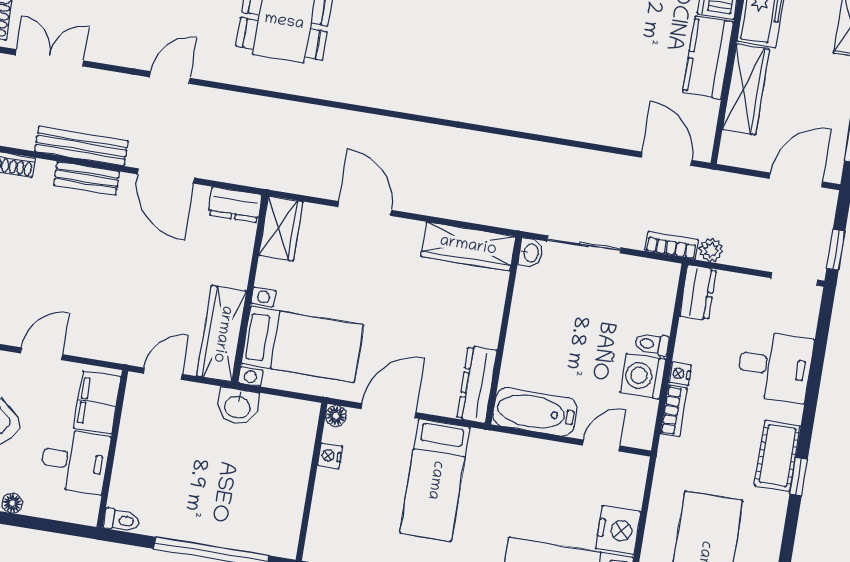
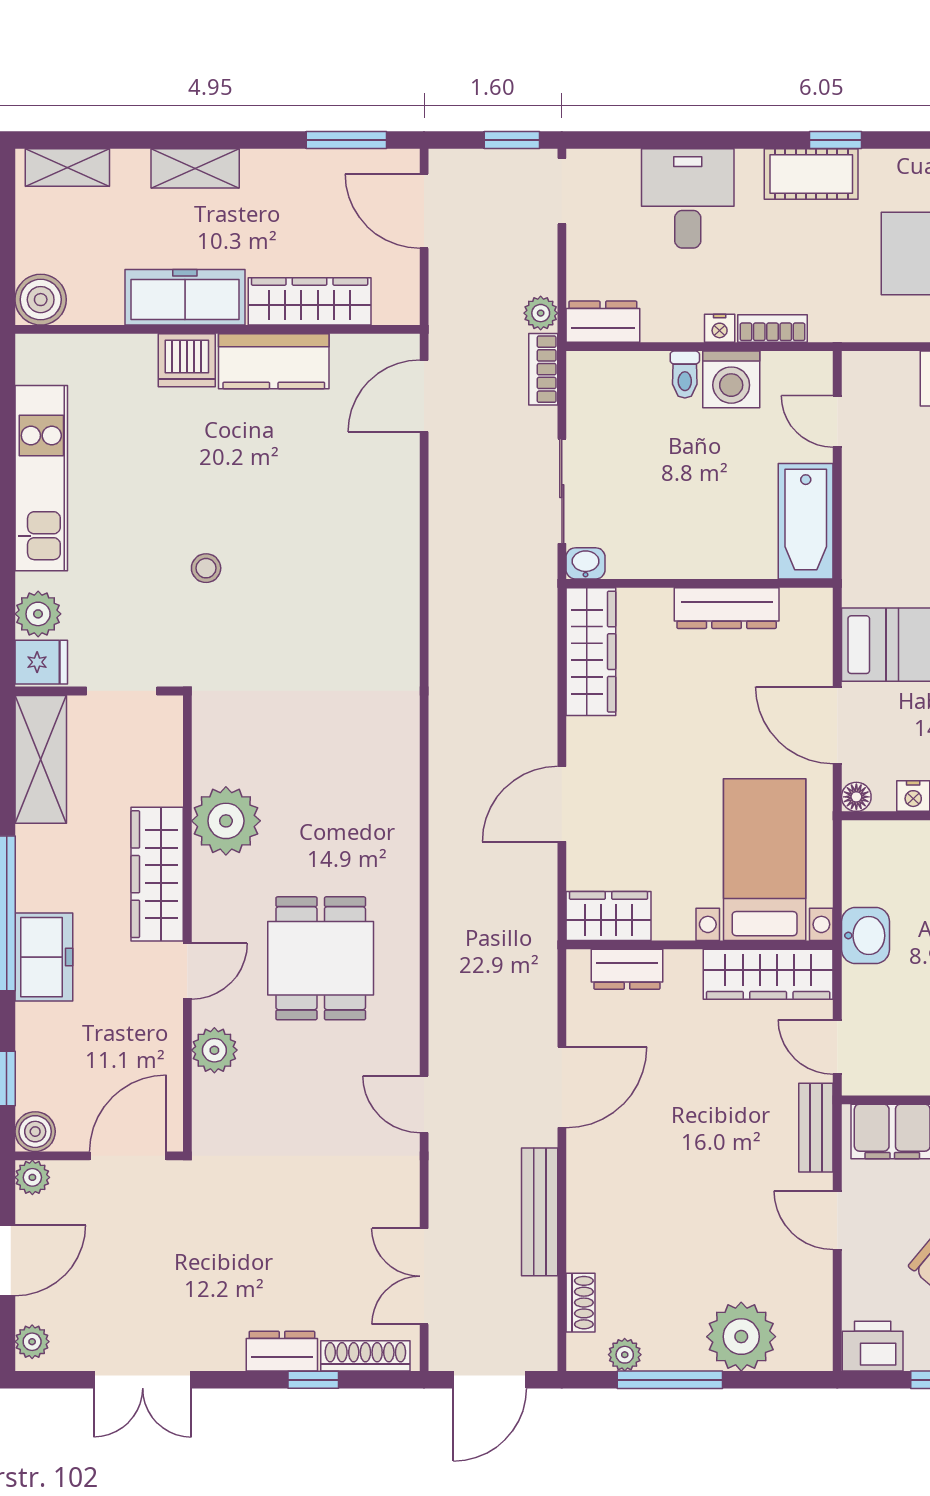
bench: (87, 178) -> (816, 1128), moved
dresser: (235, 205) -> (627, 969), moved, turned 90
dresser: (477, 384) -> (727, 608), moved

